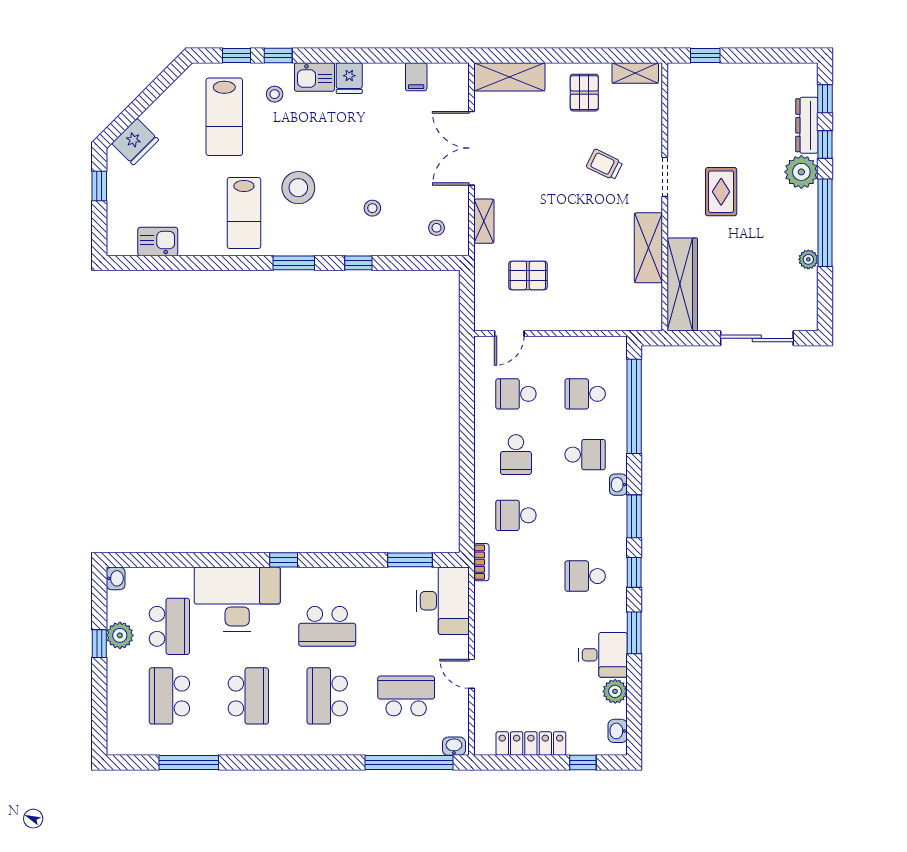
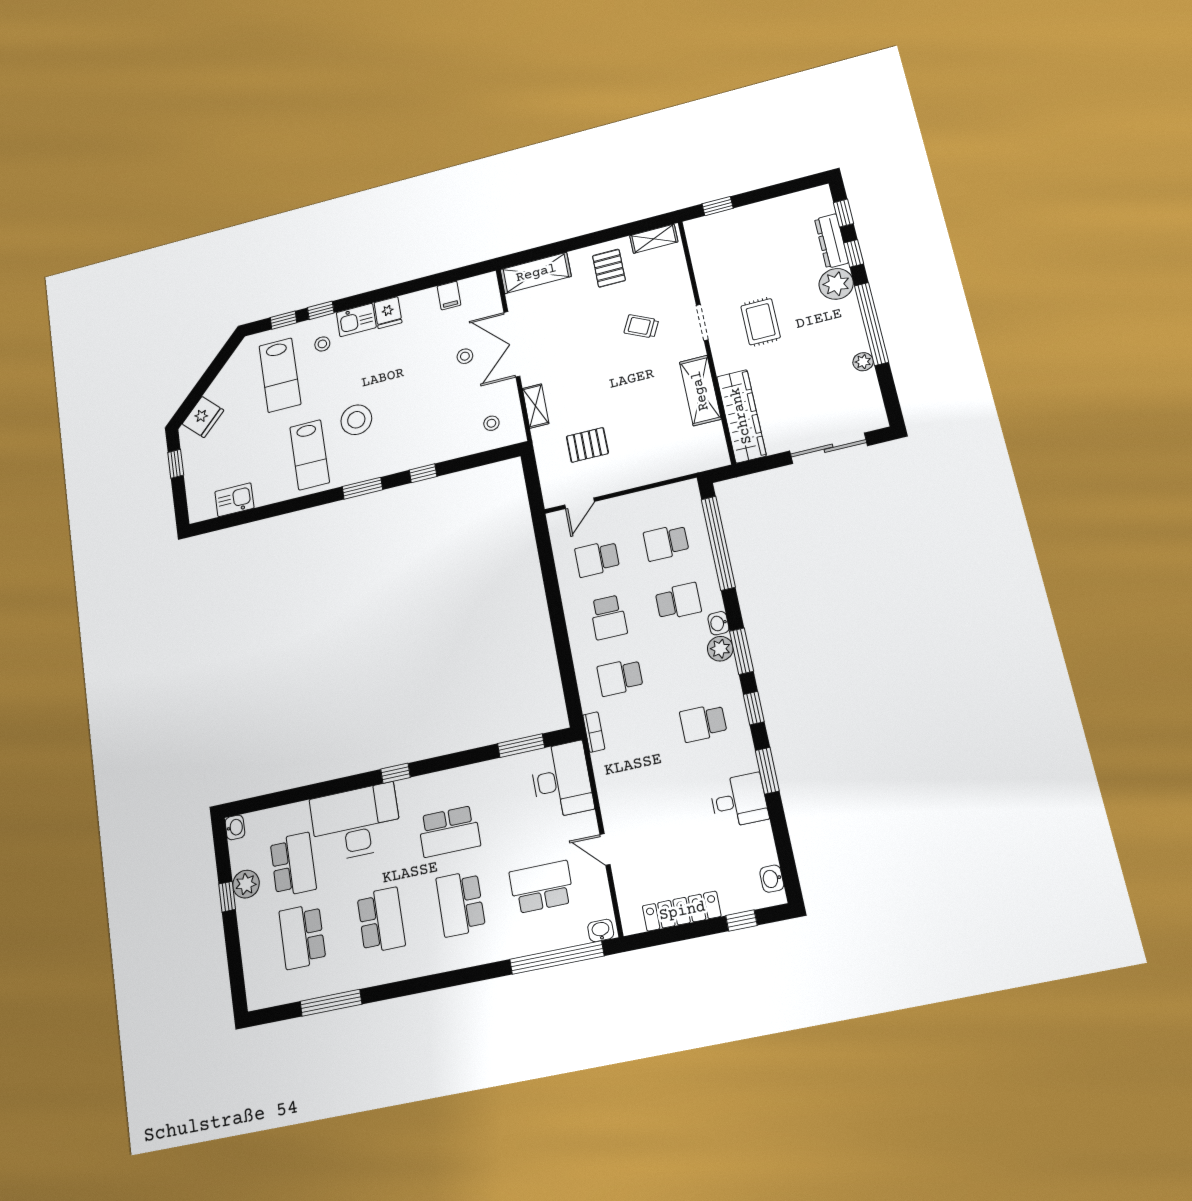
stool: (372, 208) -> (465, 356), moved
plant: (615, 691) -> (720, 649), moved

